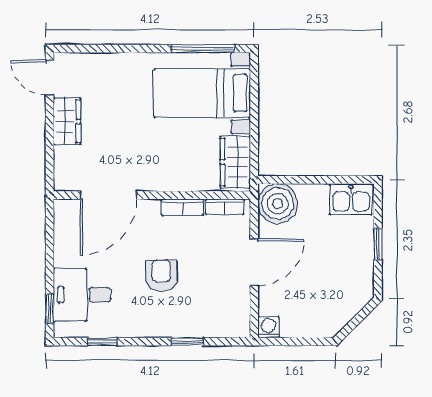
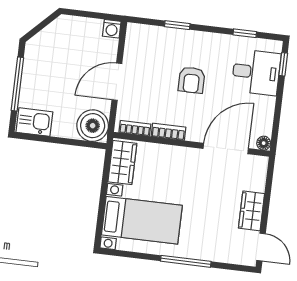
window: (202, 49) -> (186, 261), moved
floor lamp: (62, 208) -> (264, 143), added
window: (378, 244) -> (17, 84), width x2.17

